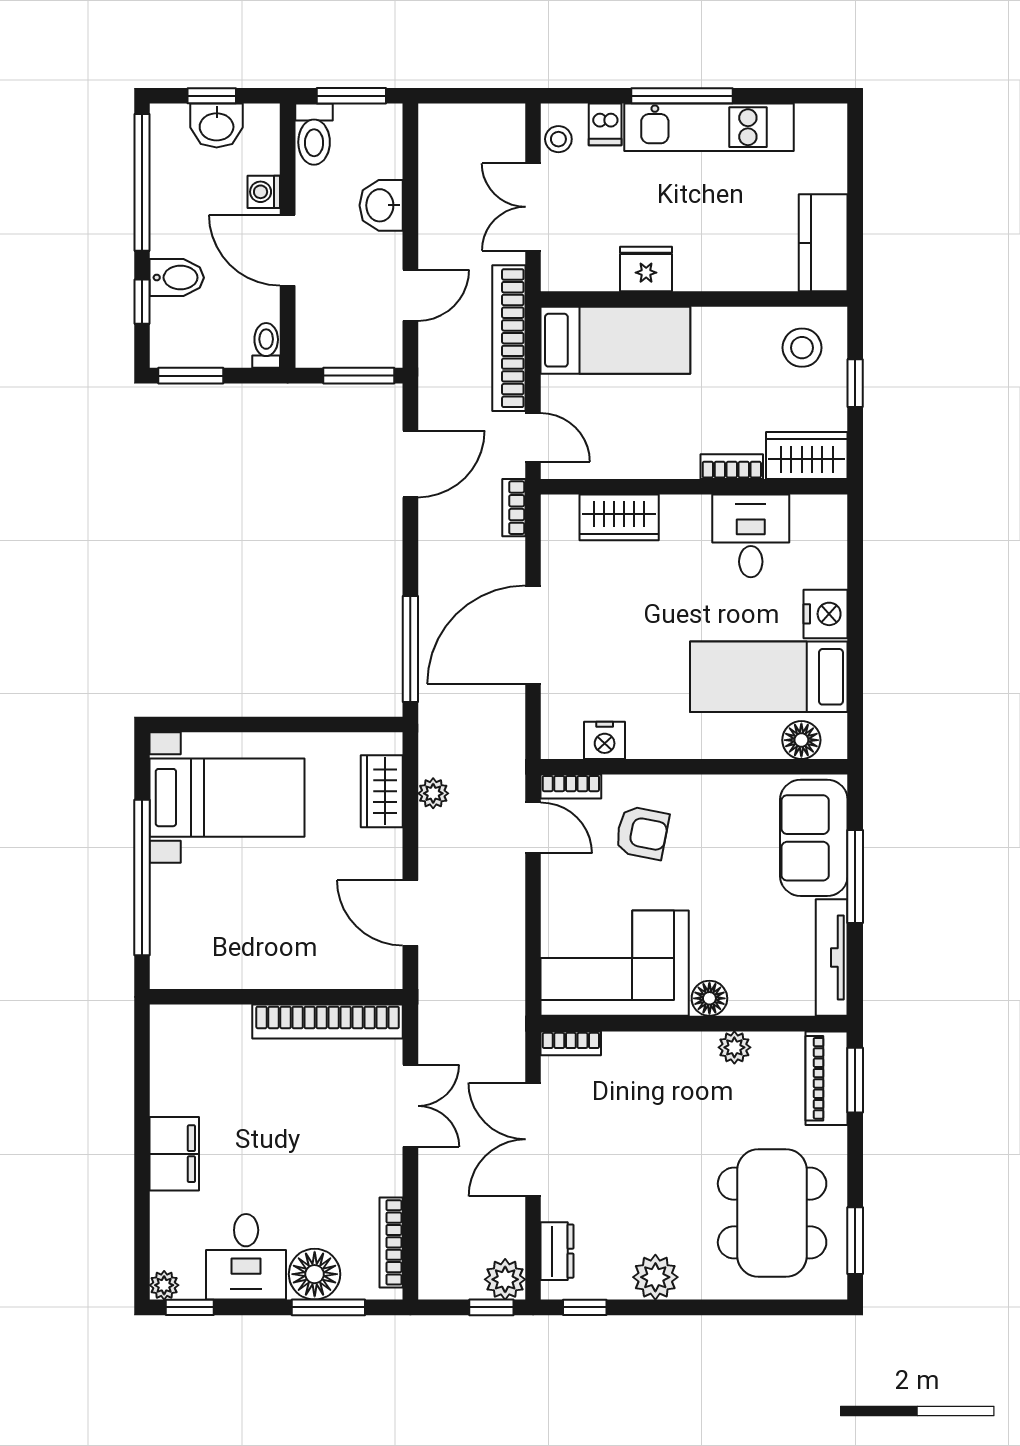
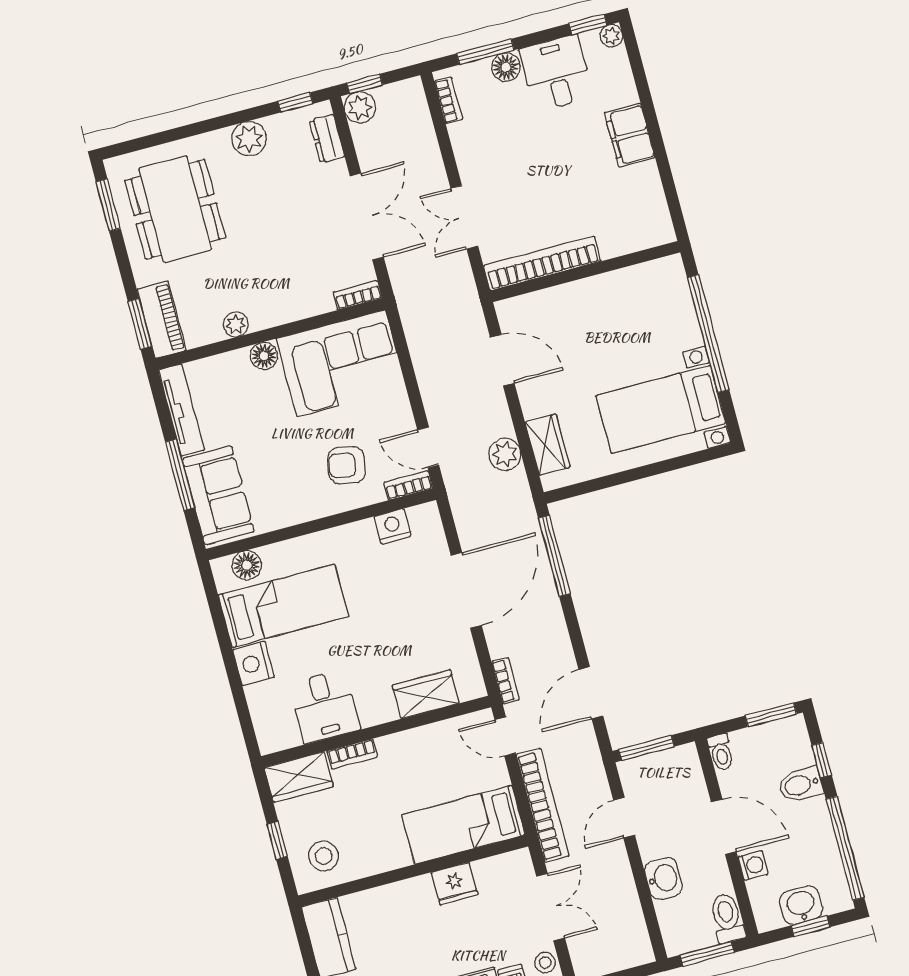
plant: (433, 793) -> (505, 454), width x1.38, depth x1.38
bookcase: (391, 1242) -> (448, 100), width x0.64
floor lamp: (315, 1274) -> (506, 67), width x0.73, depth x0.73

